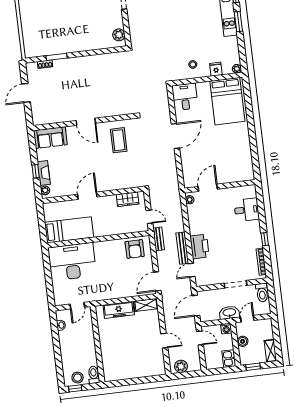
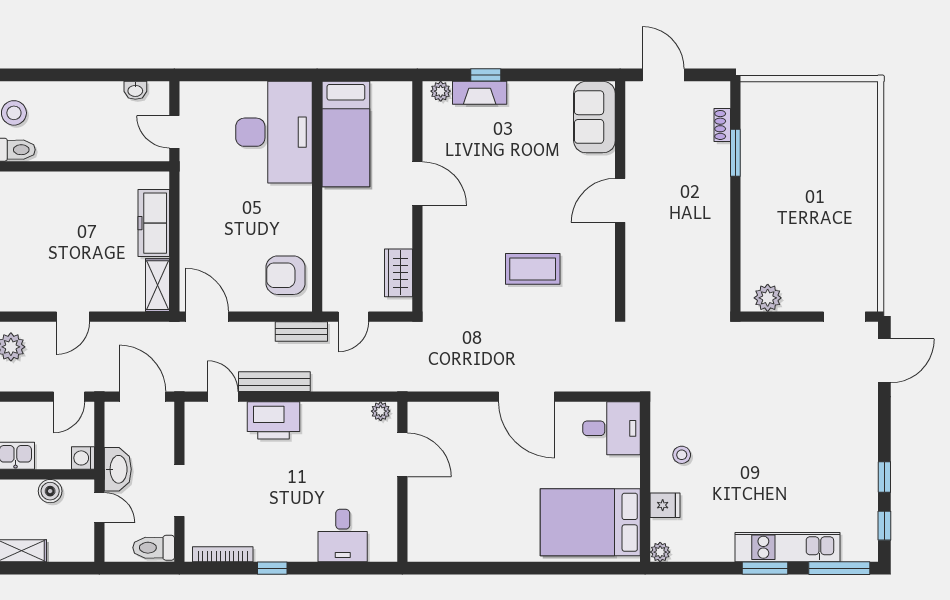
wall: (84, 122) -> (620, 196), moved
door: (86, 122) -> (620, 200), moved
sofa: (50, 138) -> (594, 117), moved

